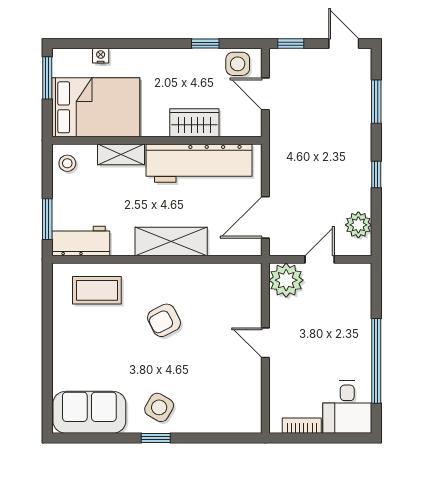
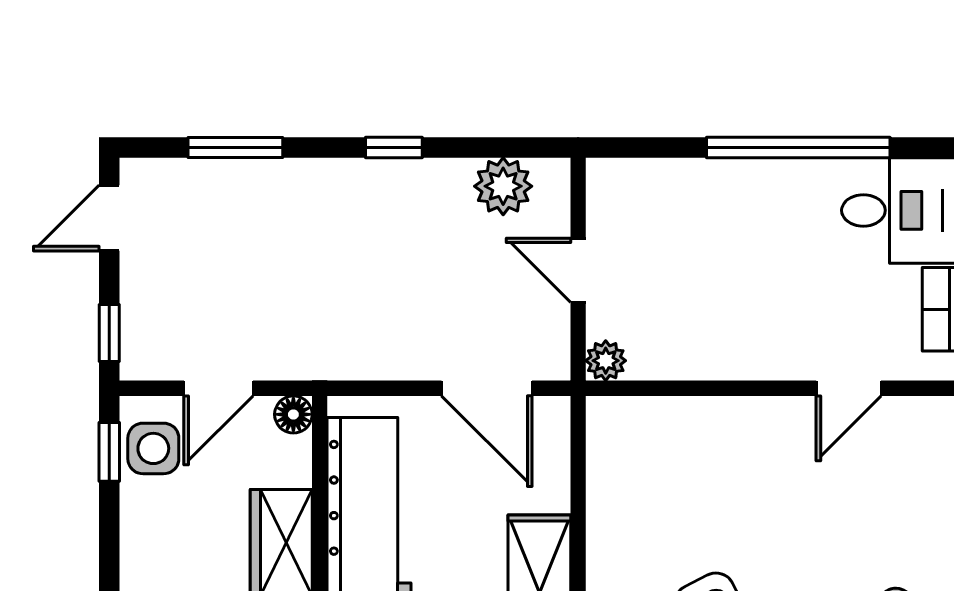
window: (205, 44) -> (109, 452), moved
floor lamp: (253, 128) -> (293, 414), added
plant: (286, 280) -> (606, 361), width x0.53, depth x0.53
door: (265, 343) -> (849, 388), moved

